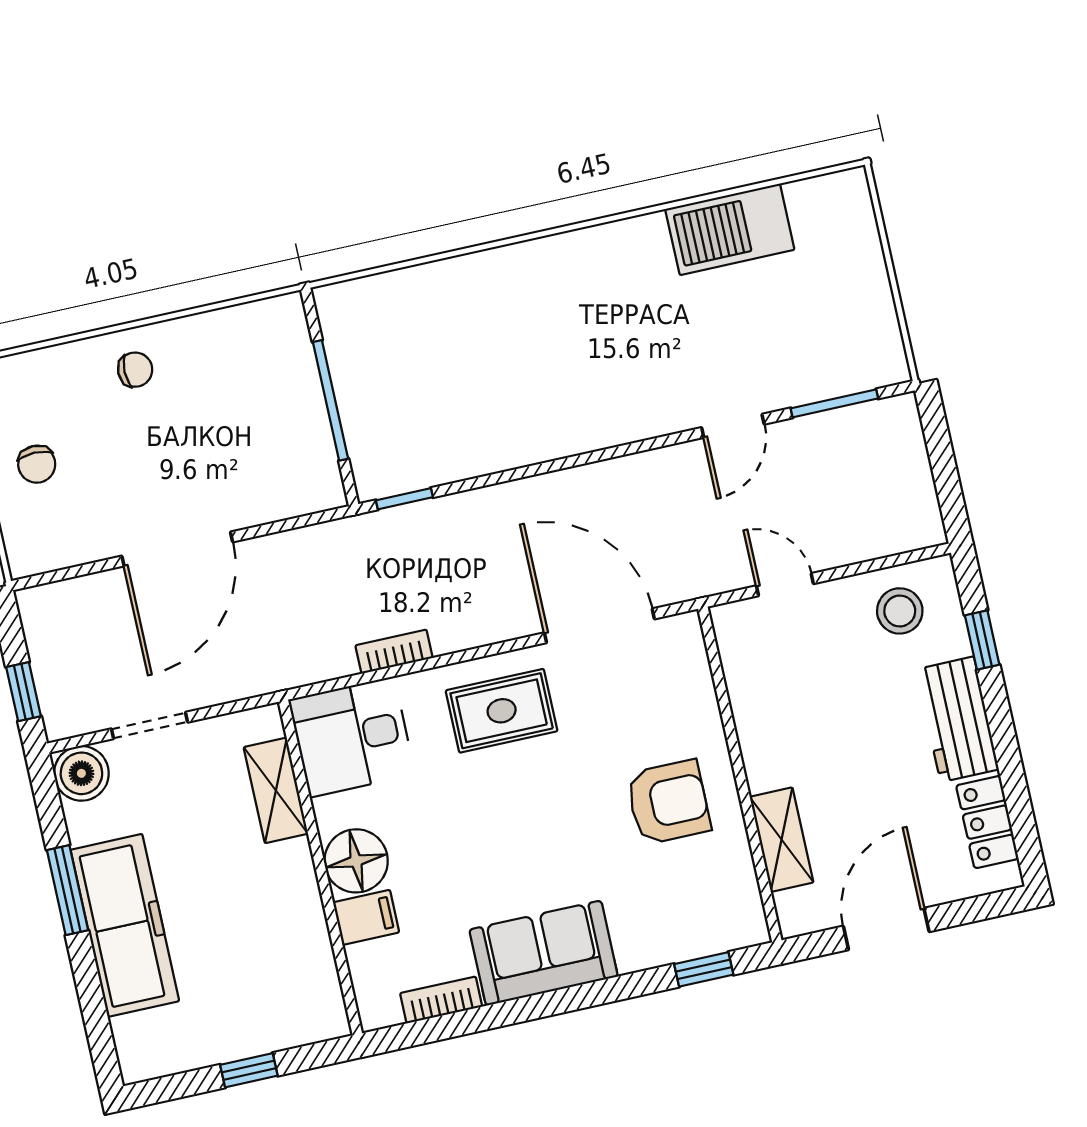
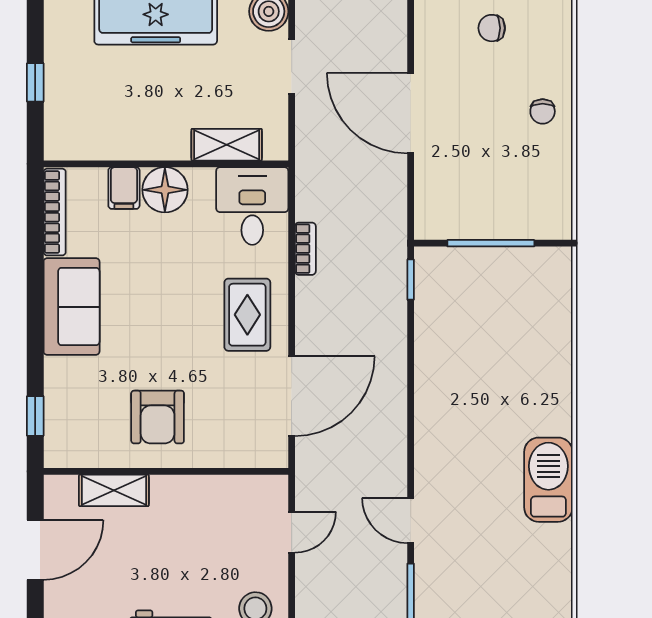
barbecue: (730, 229) -> (548, 480), moved
door: (886, 929) -> (35, 550), hinge flipped
bookcase: (441, 1000) -> (55, 212), width x1.56

